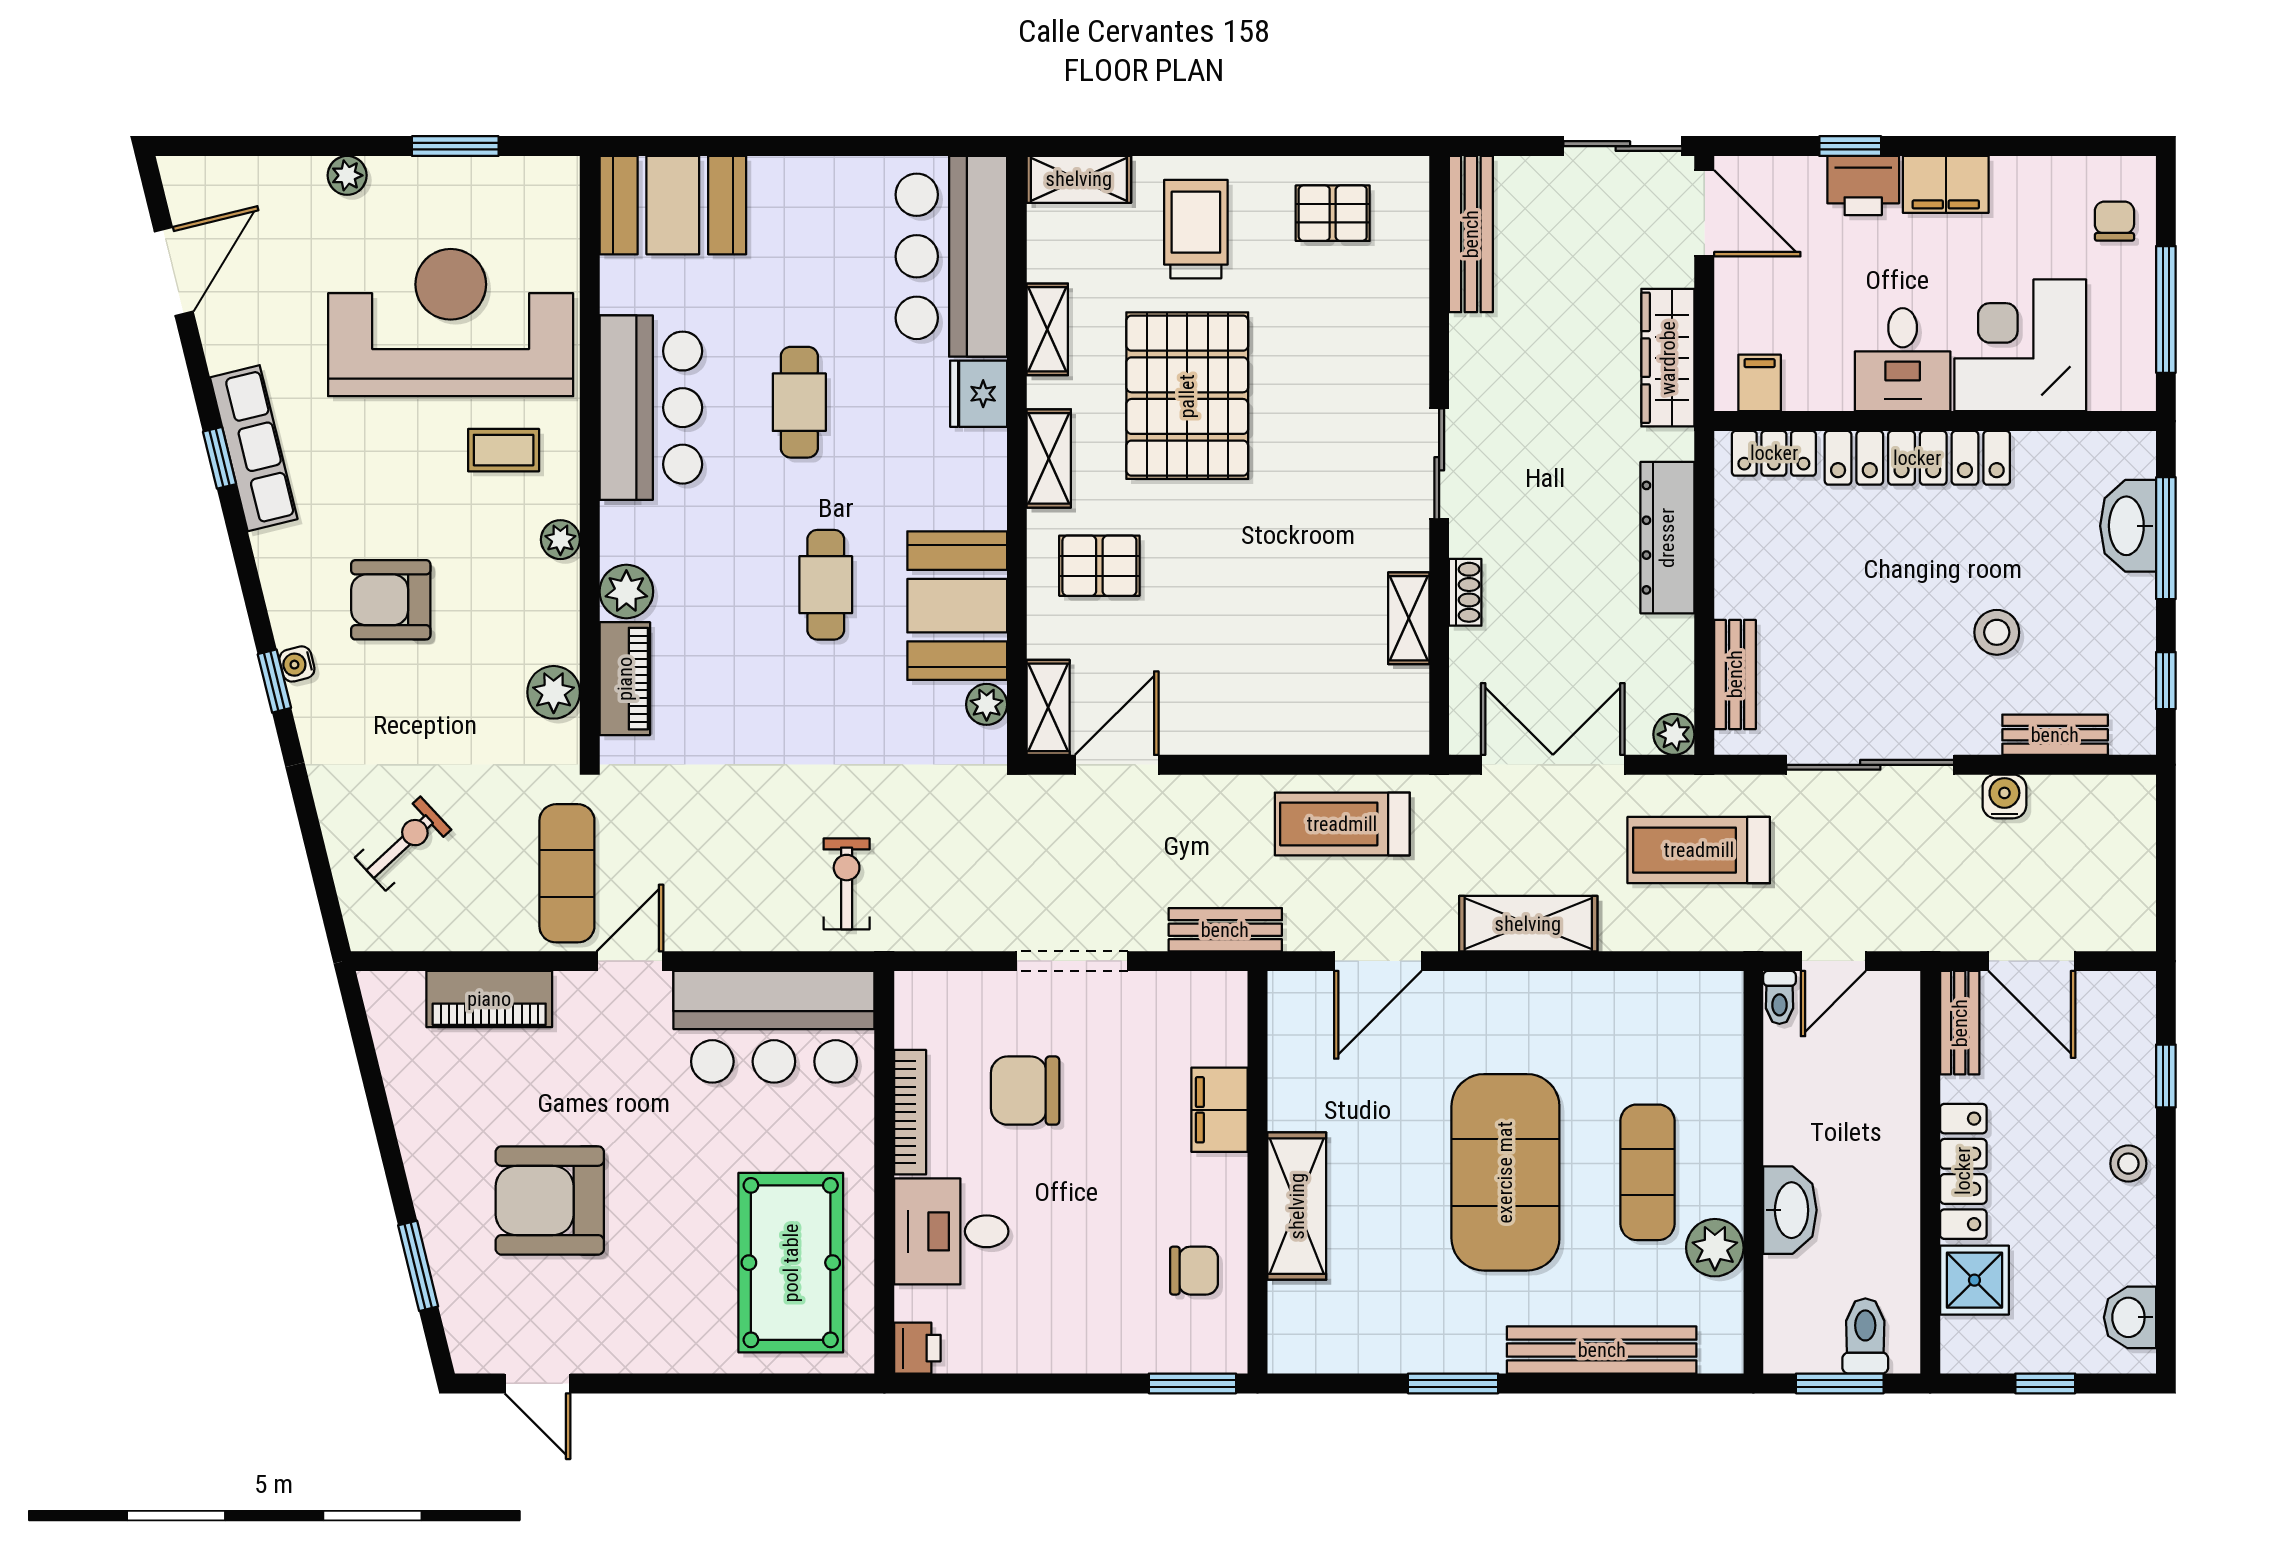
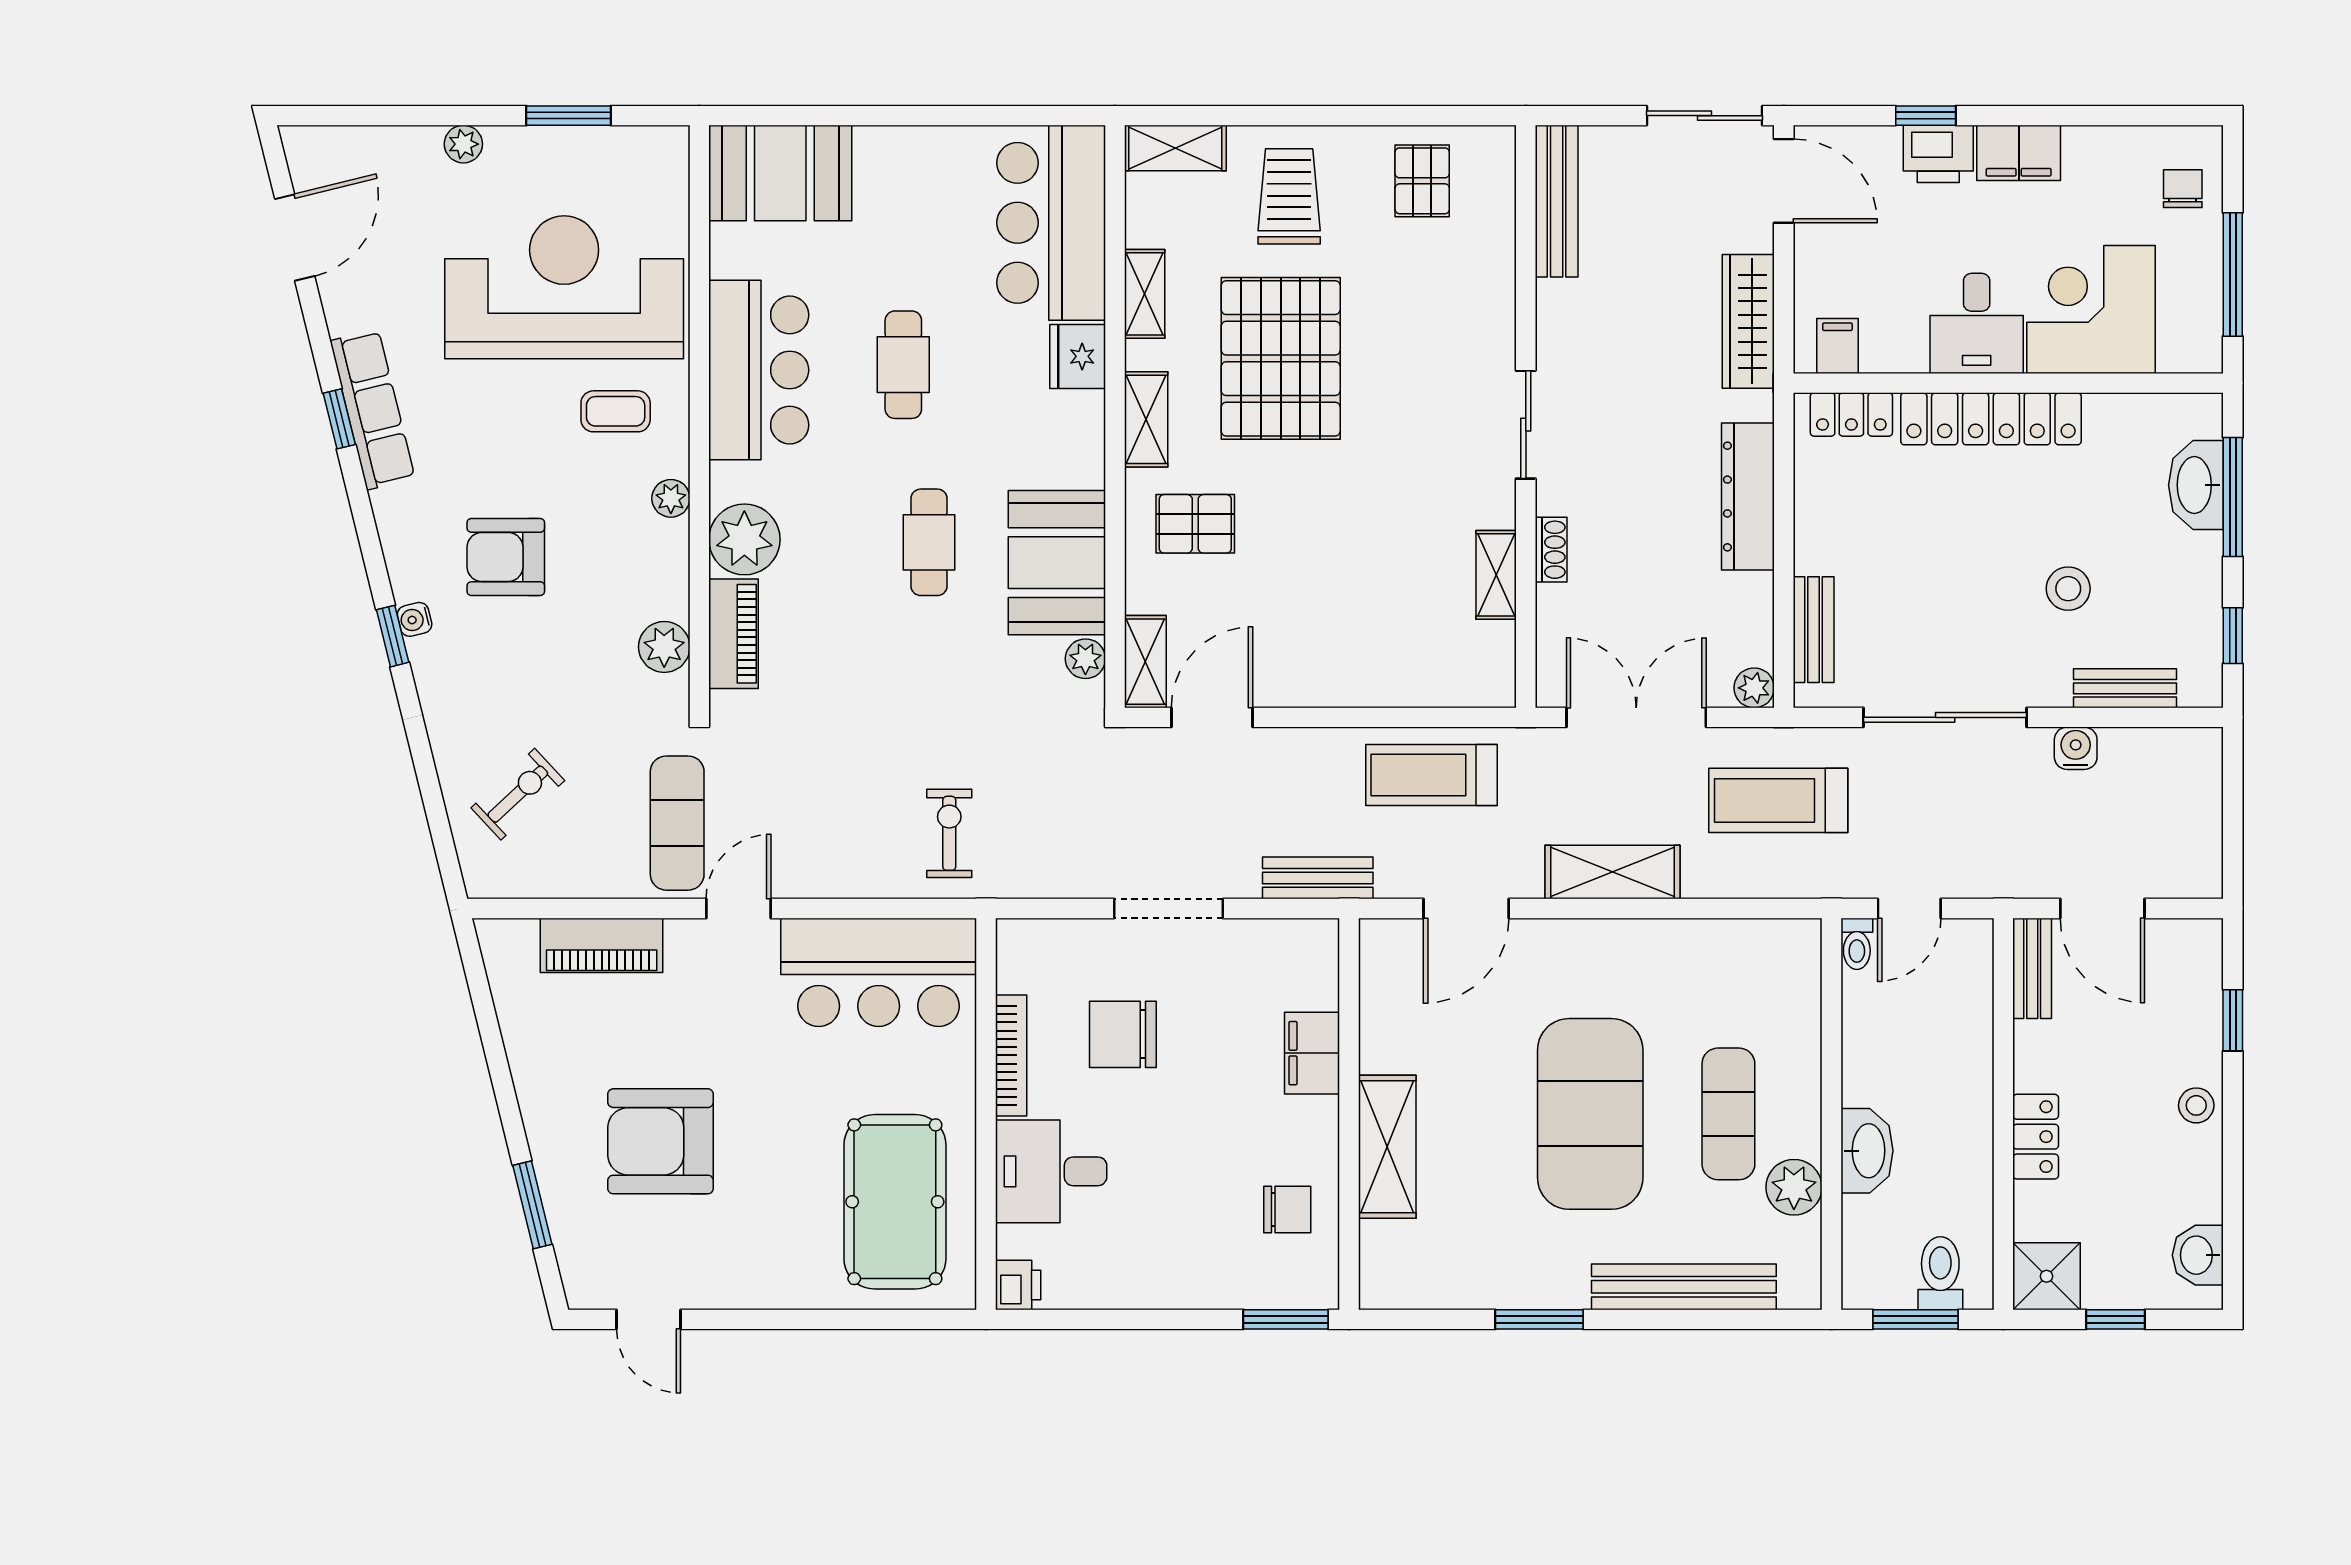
pallet: (1333, 213) -> (1422, 181), turned 90
plant: (626, 591) -> (744, 539), width x1.36, depth x1.36
locker: (1963, 1171) -> (2036, 1137), width x0.66
shower: (1974, 1280) -> (2047, 1276), moved

